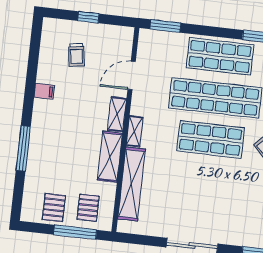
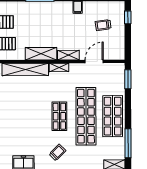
window: (88, 17) -> (128, 17), moved
door: (132, 75) -> (94, 61), hinge flipped
shop shelf: (211, 139) -> (59, 116), width x0.70, depth x0.74

